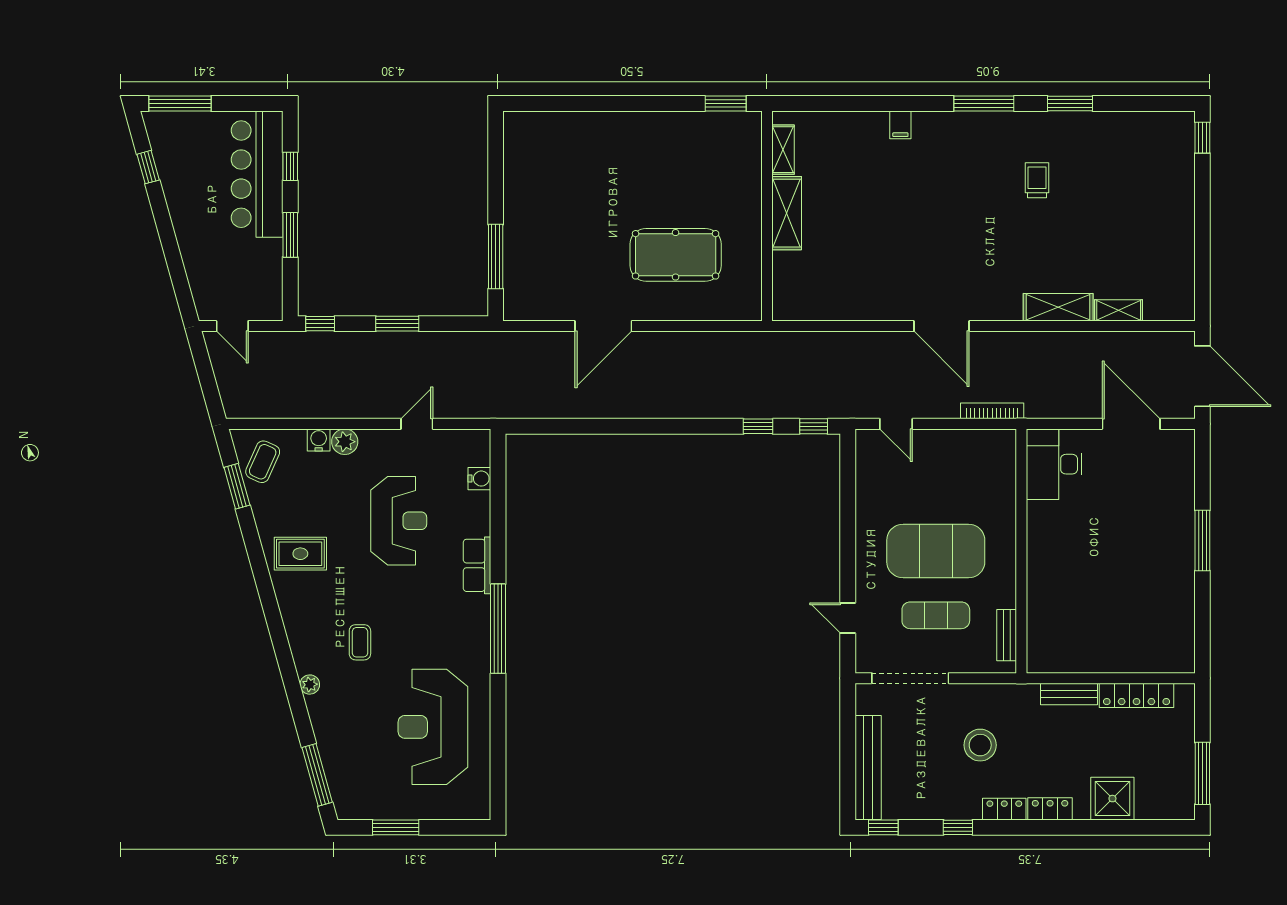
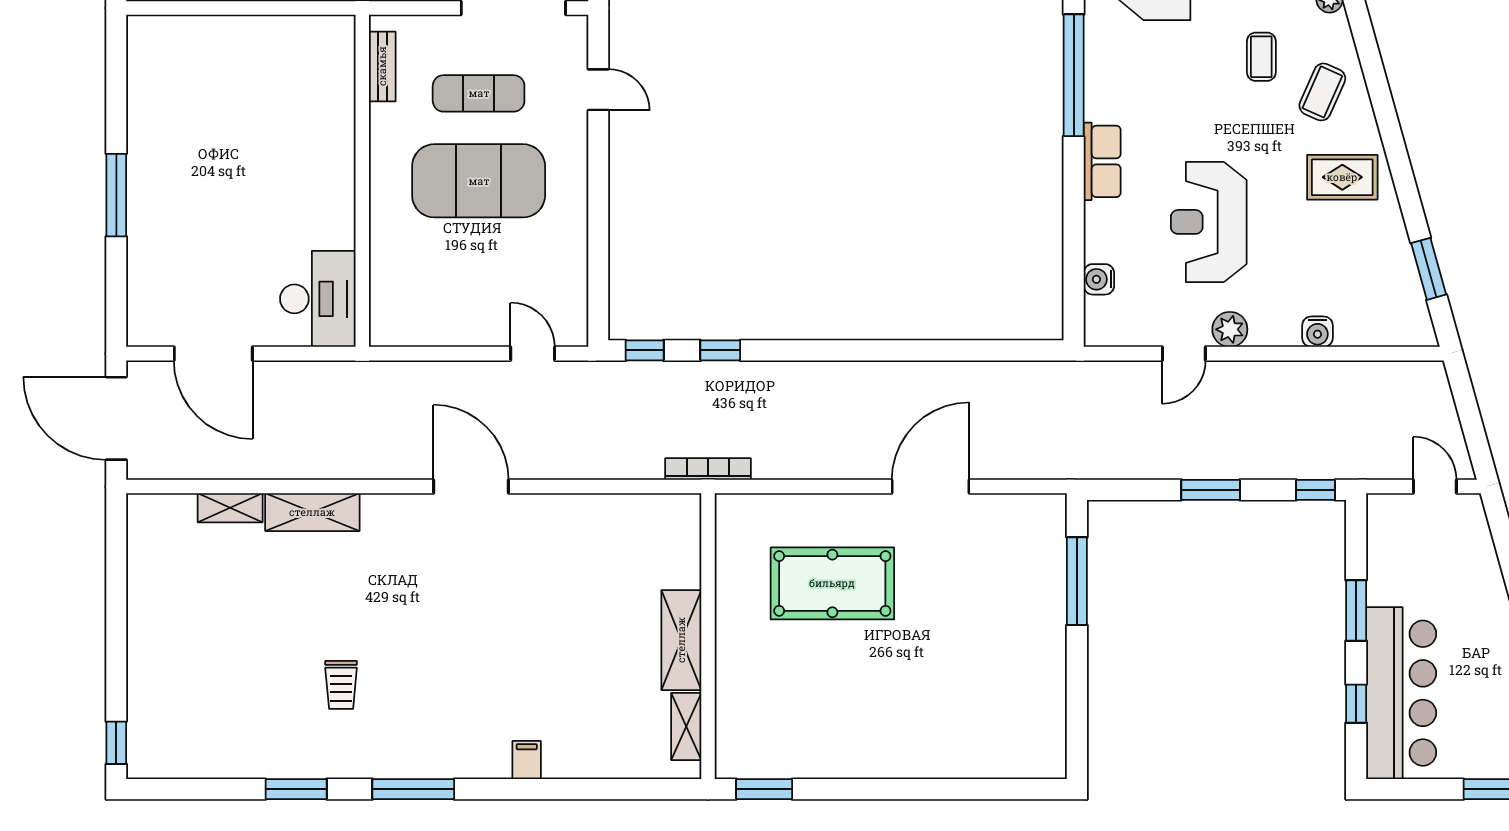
bookcase: (992, 411) -> (708, 469), moved, turned 180
plant: (345, 442) -> (1230, 329), moved
coffee table: (263, 462) -> (1322, 92), moved

